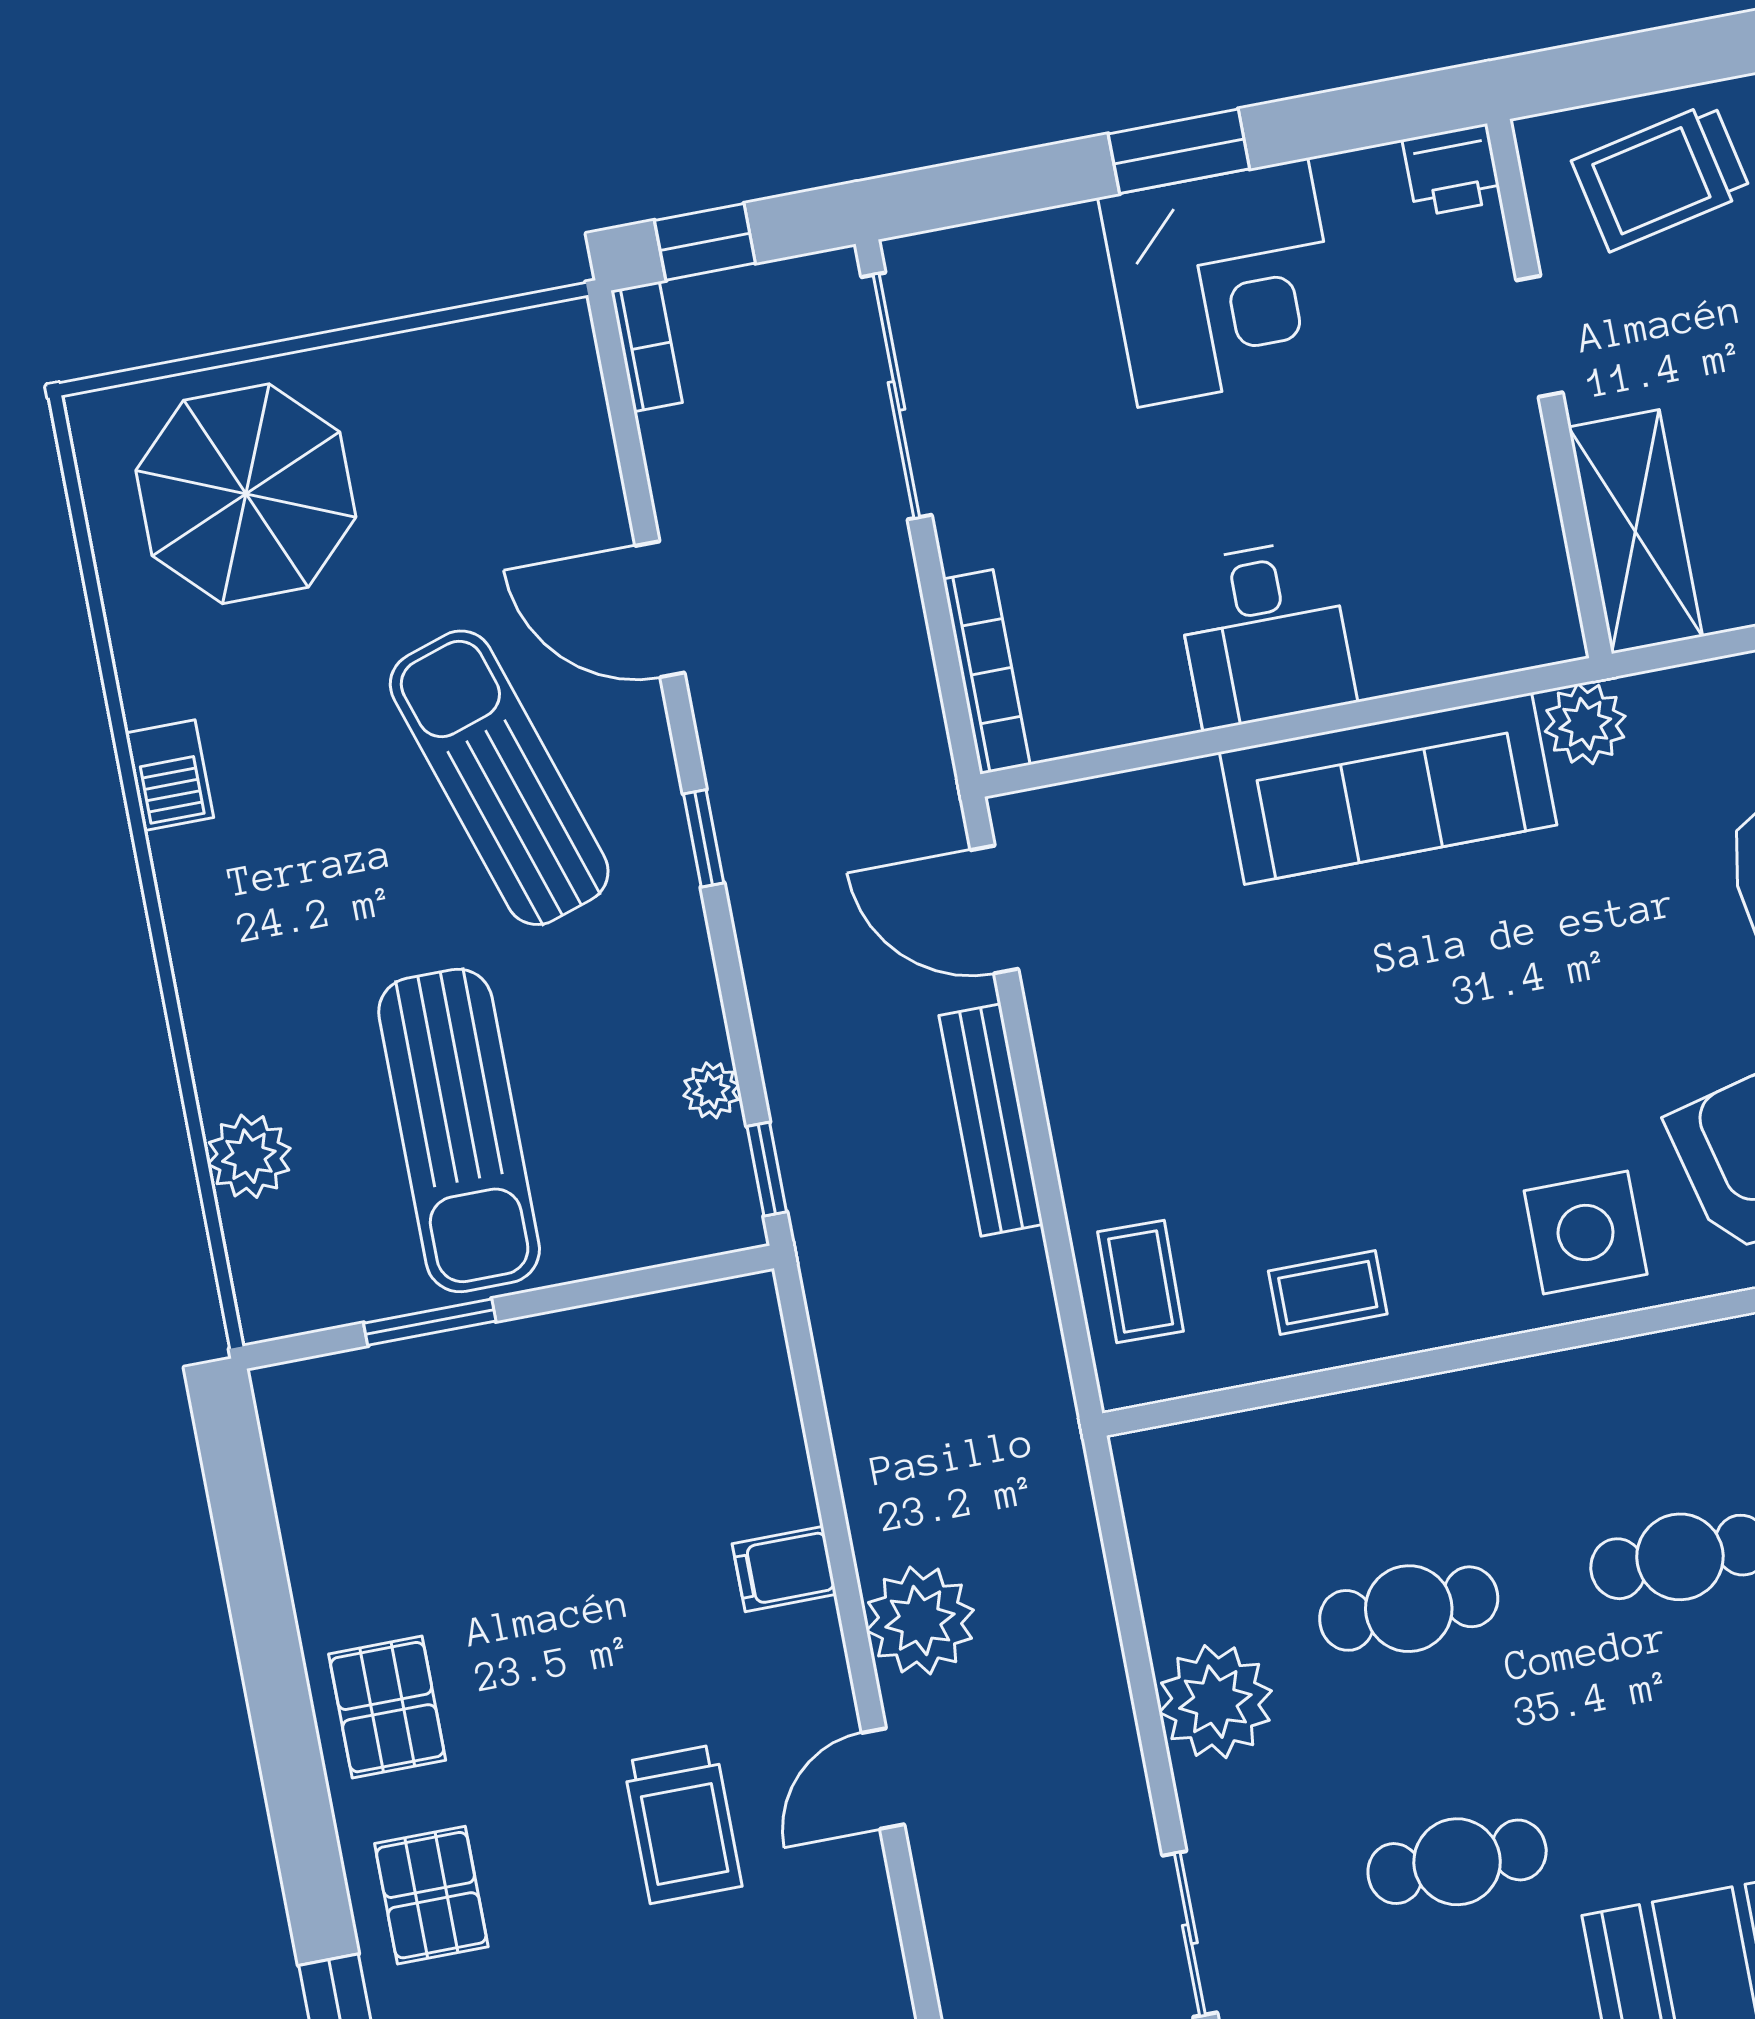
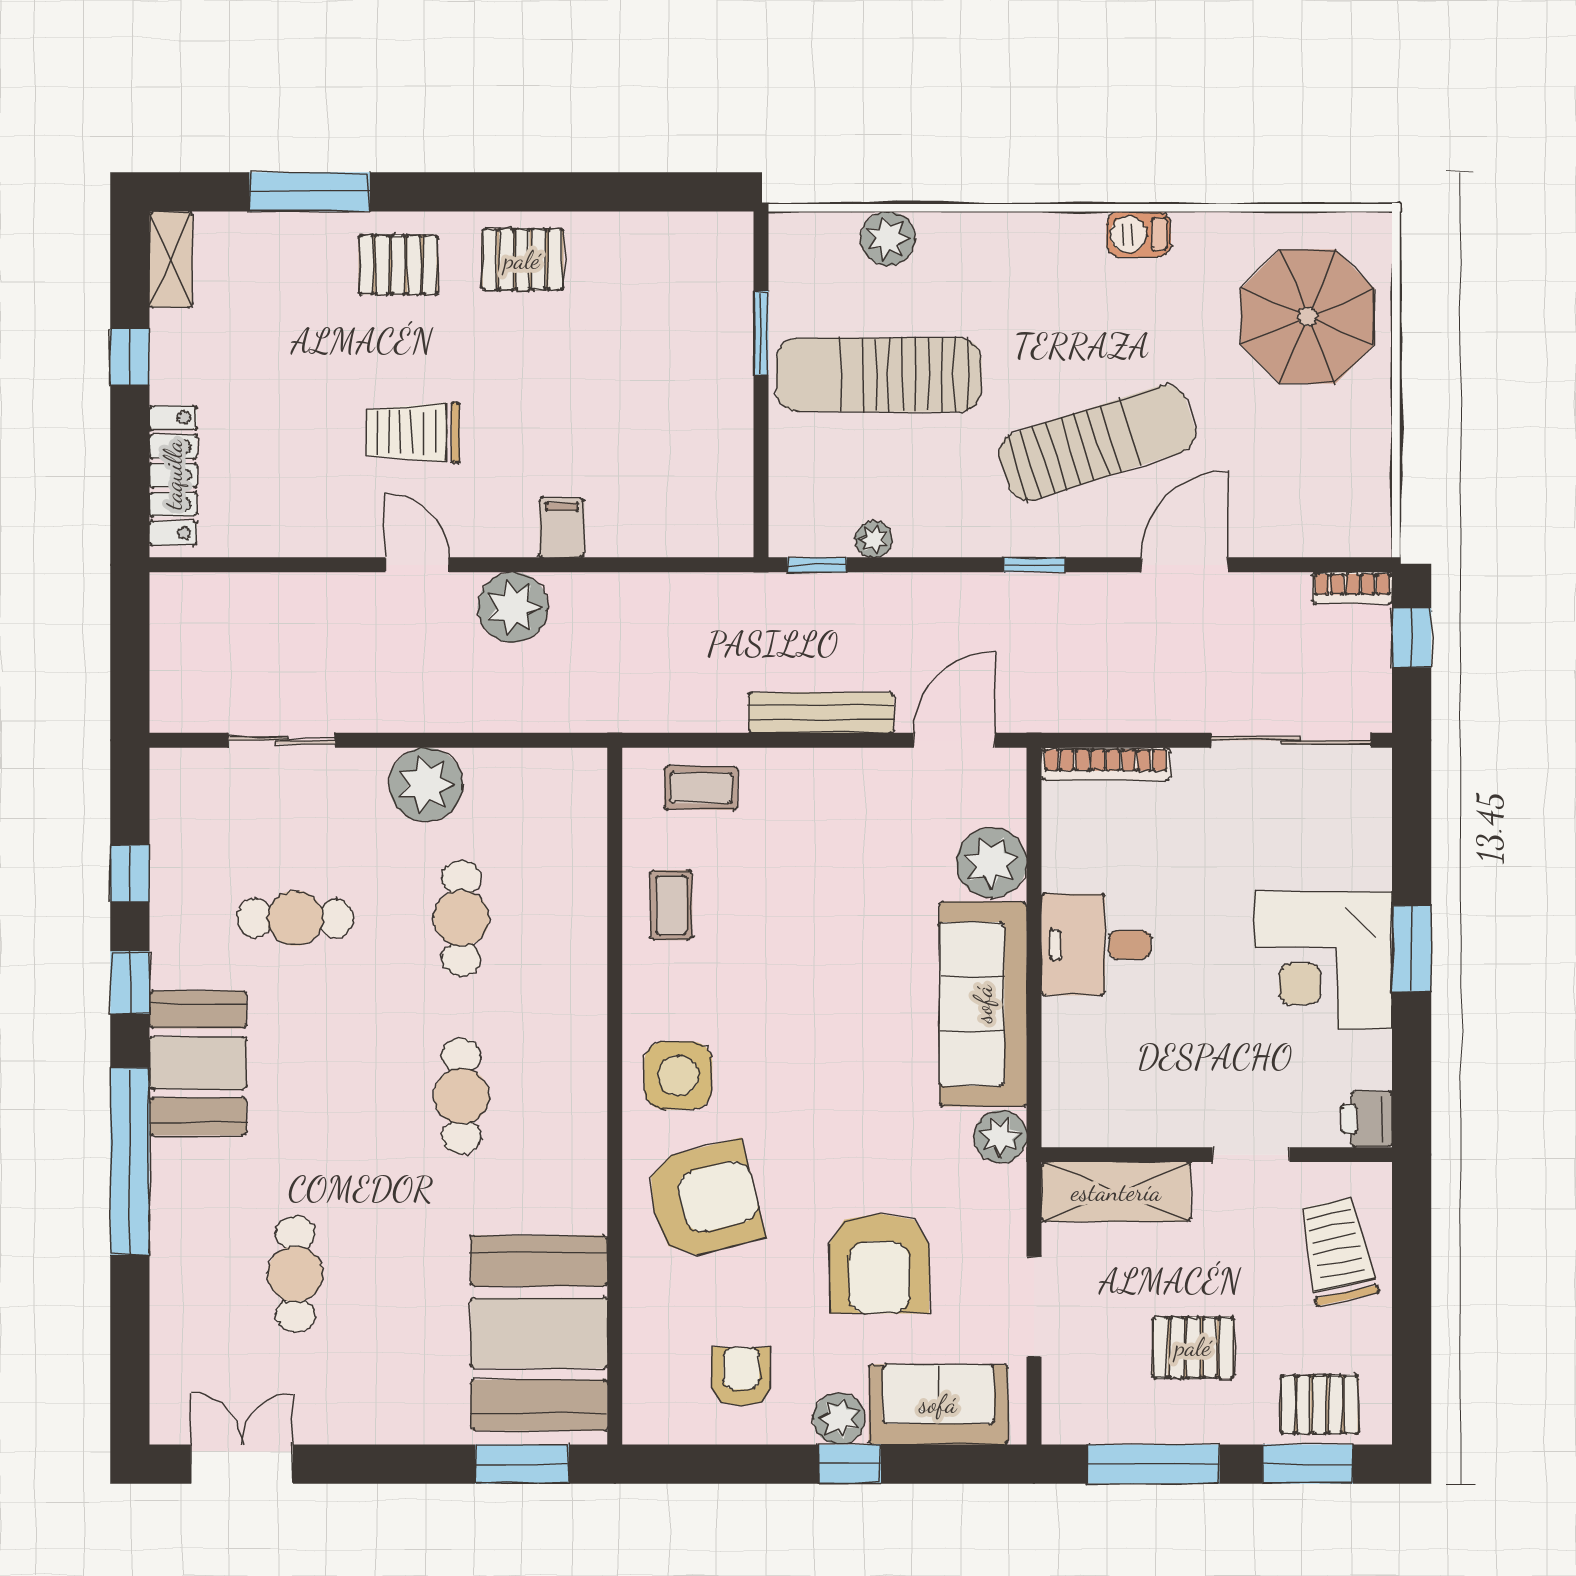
plant: (1170, 817) -> (992, 863), added
cafe table: (1457, 1862) -> (295, 918), turned 90

